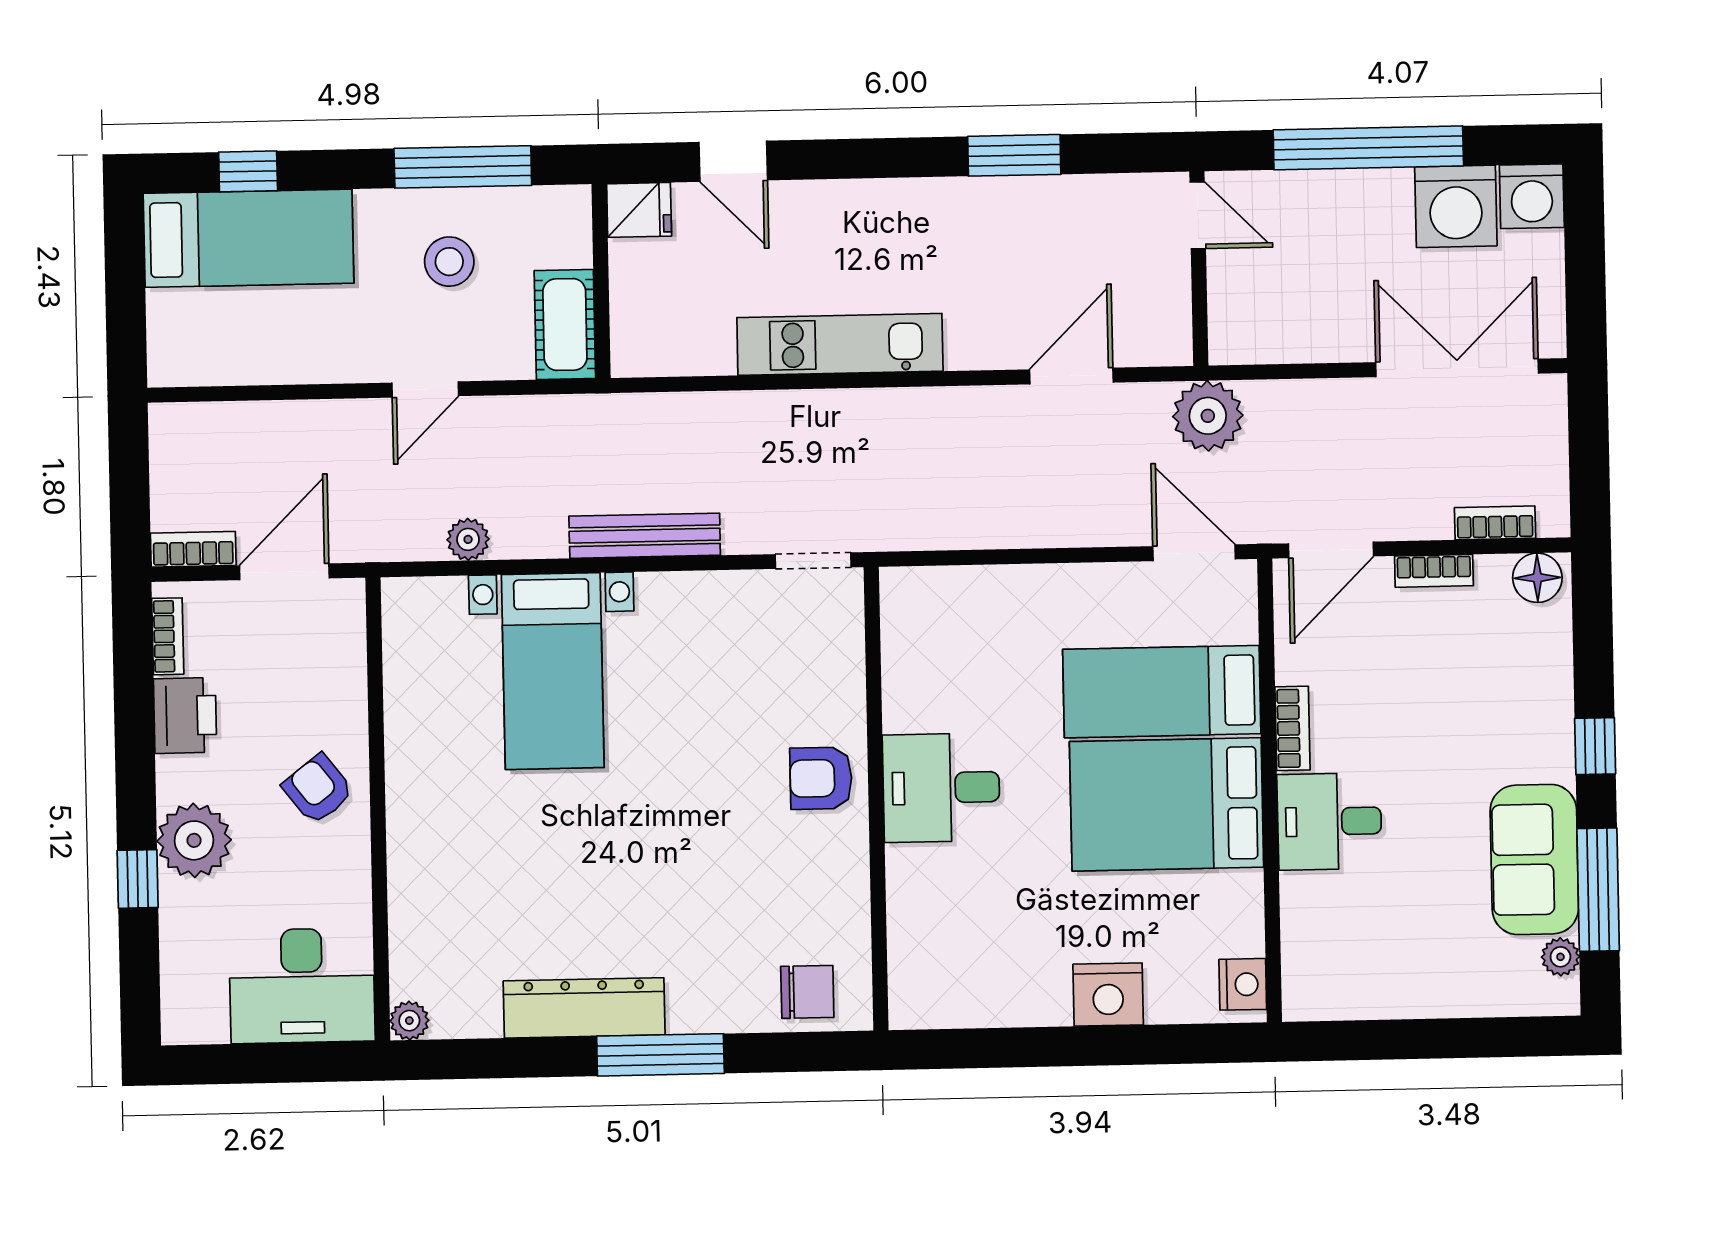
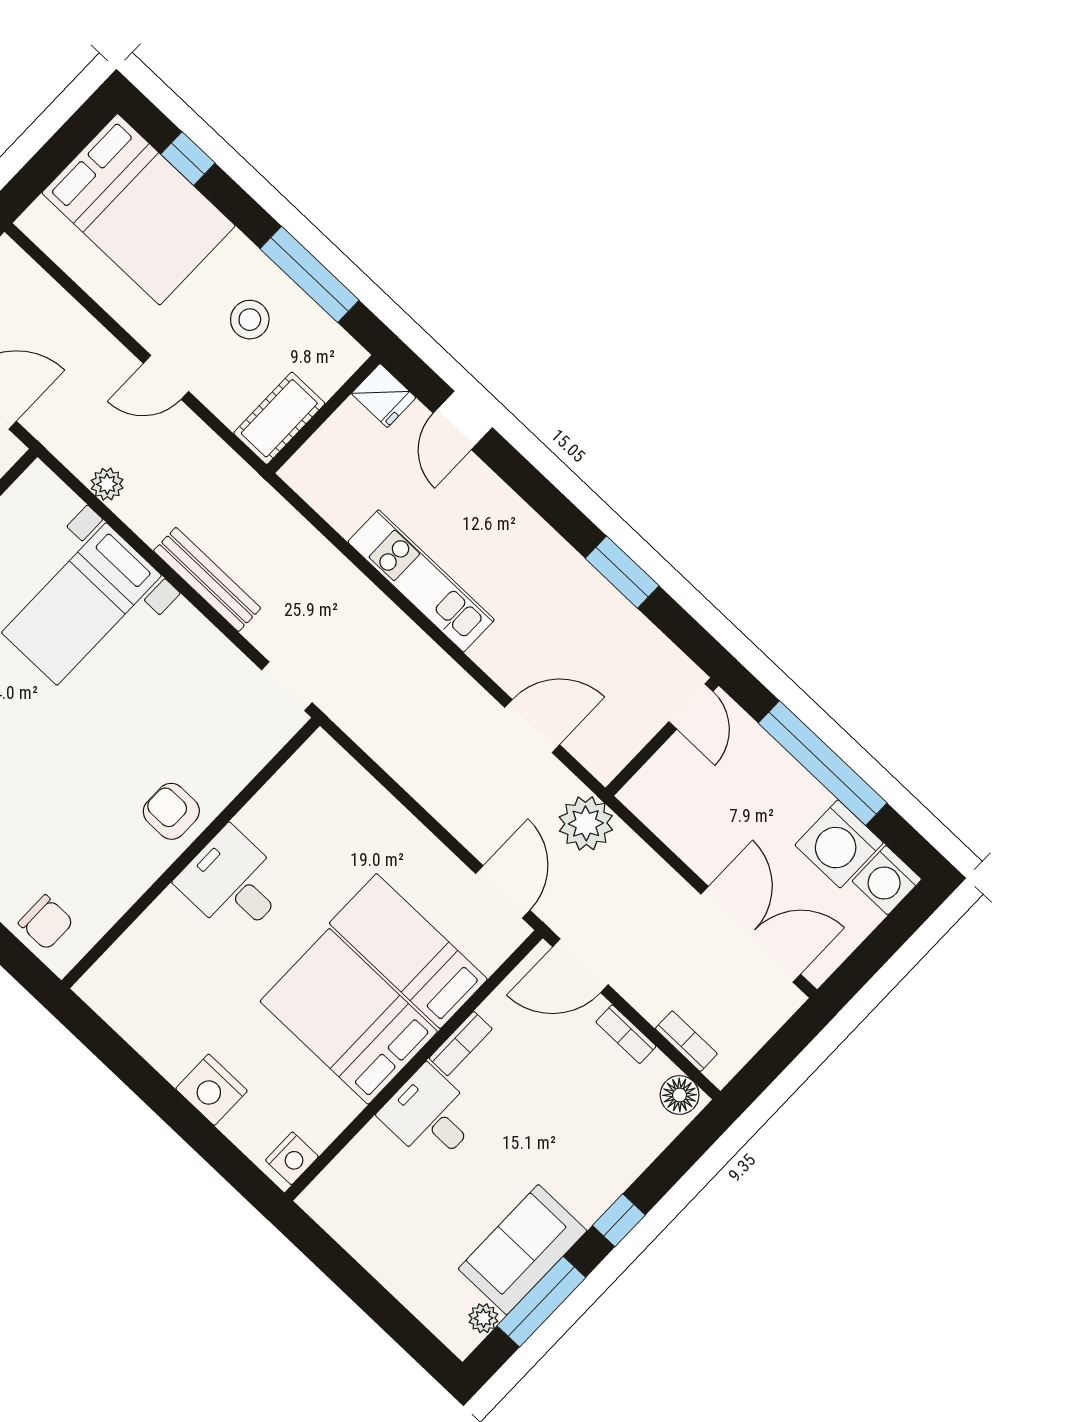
bed: (249, 238) -> (139, 209), width x1.50

